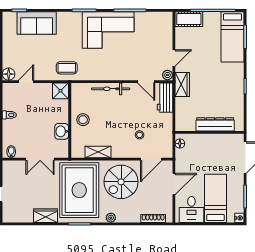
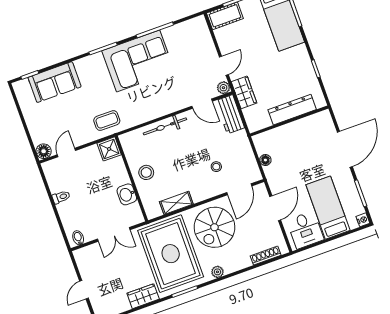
dresser: (215, 124) -> (292, 110), moved
wall: (210, 132) -> (289, 121), moved

